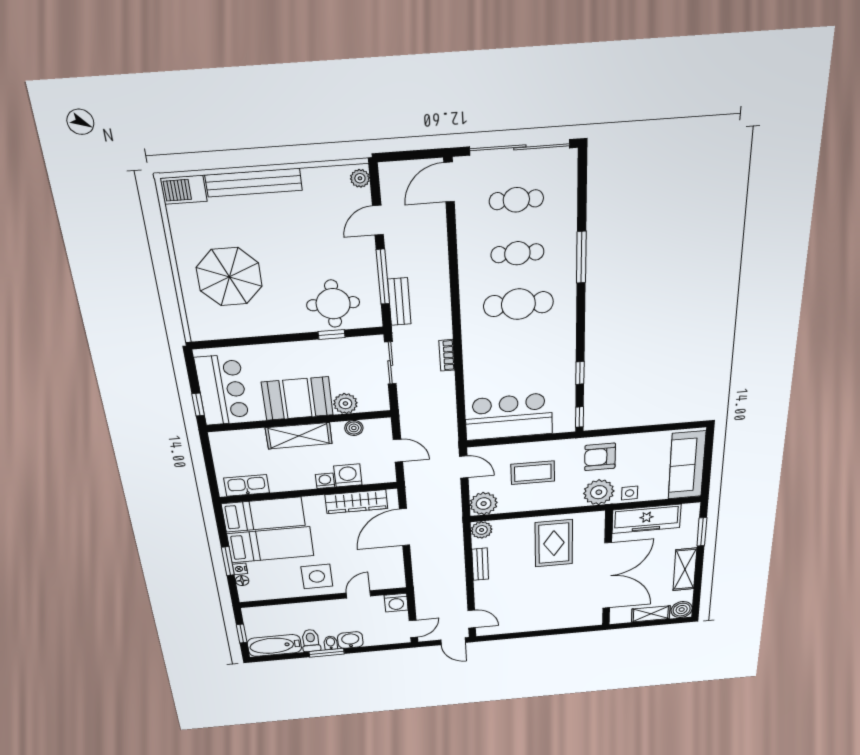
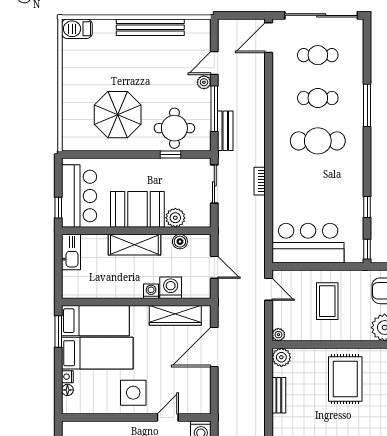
plant: (360, 178) -> (204, 82), moved
bench: (254, 183) -> (150, 27), moved
parasol: (229, 277) -> (118, 115), moved
coffee table: (533, 473) -> (327, 301), turned 90
kitchen sink: (247, 485) -> (71, 252), moved, turned 90
plant: (484, 504) -> (278, 335), width x0.53, depth x0.53
window: (228, 561) -> (58, 332), moved

